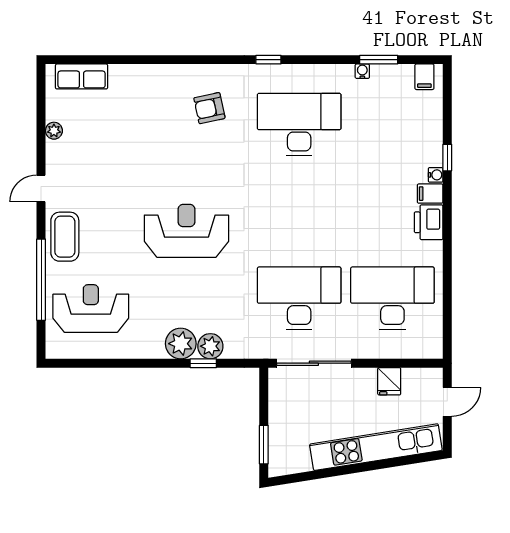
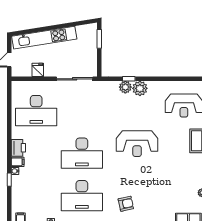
desk: (299, 298) -> (82, 153), moved

